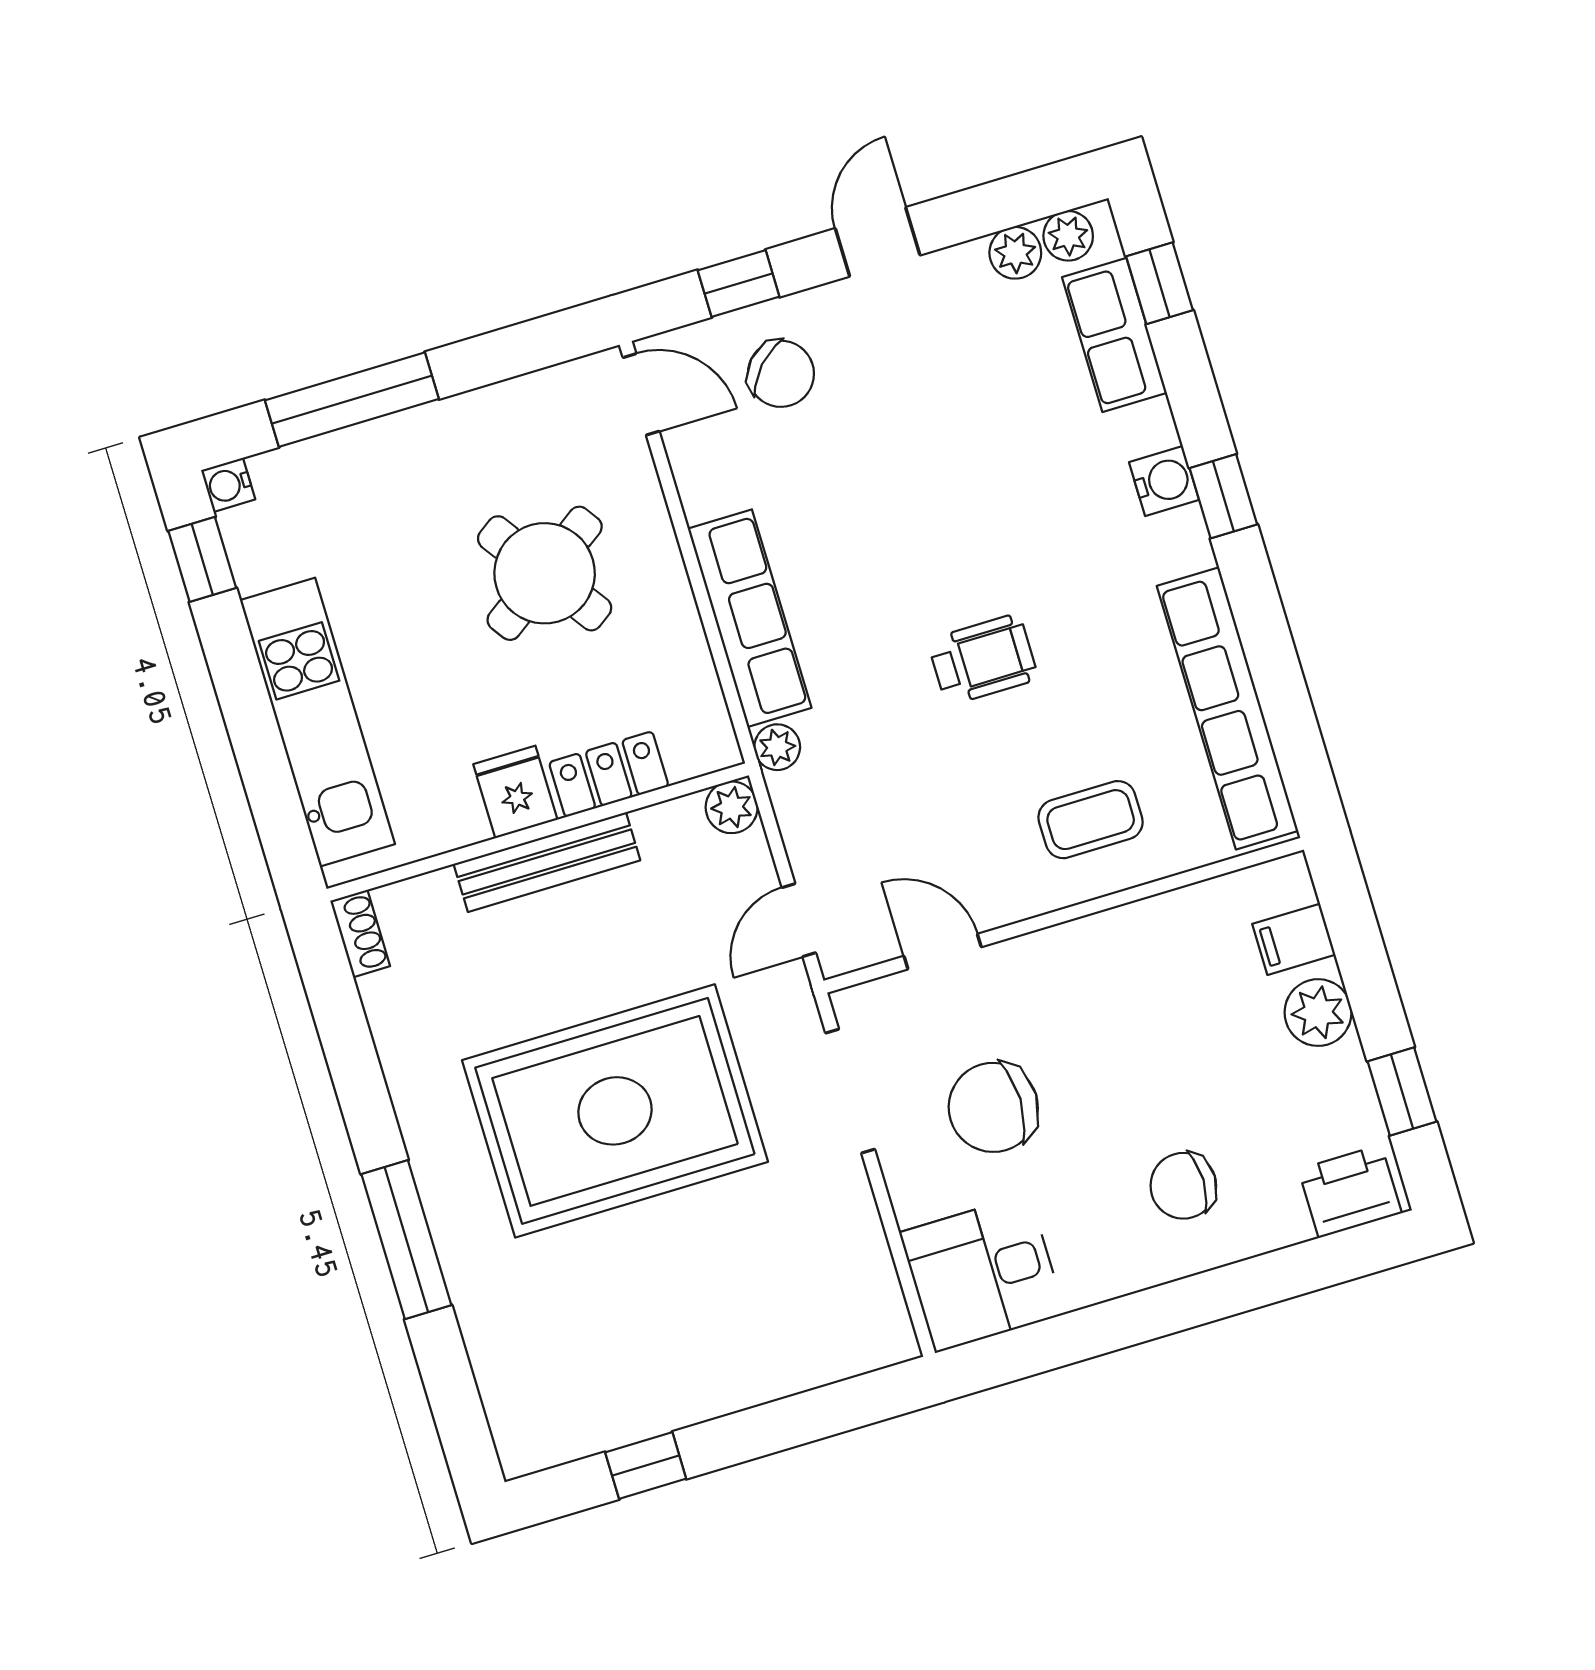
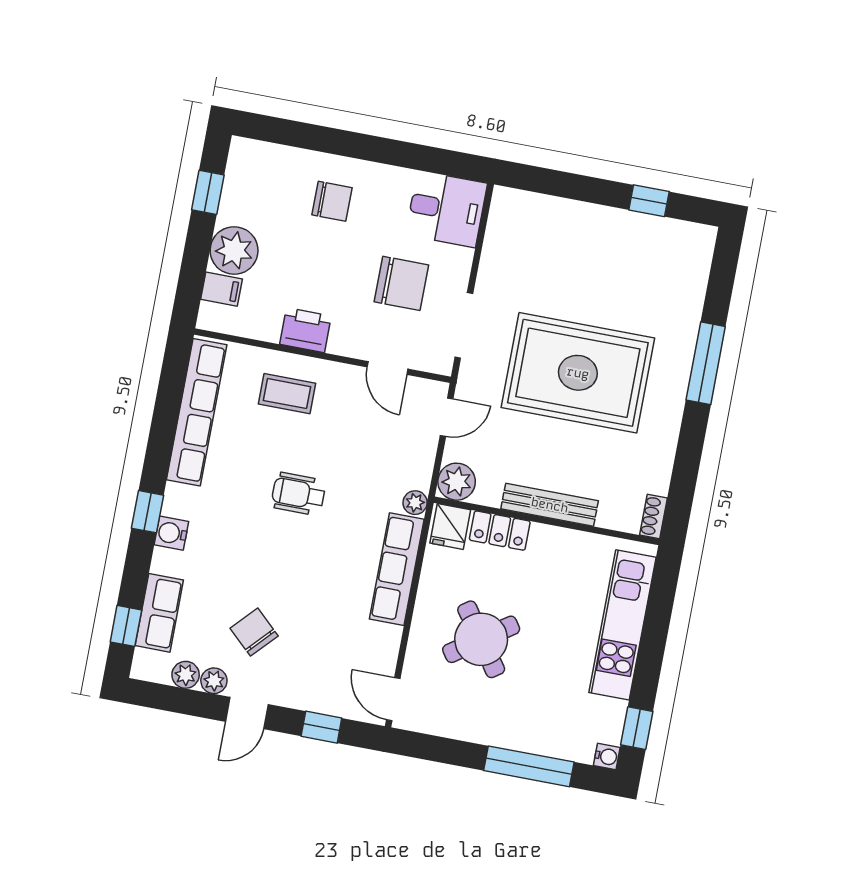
plant: (1068, 236) -> (214, 681), moved
chair: (781, 374) -> (254, 632), moved
fridge: (515, 792) -> (450, 526), moved
plant: (732, 807) -> (457, 482), width x1.38, depth x1.38
plant: (1318, 1013) -> (234, 250), width x1.36, depth x1.36
printer: (1350, 1191) -> (305, 330), moved, turned 180

